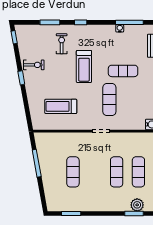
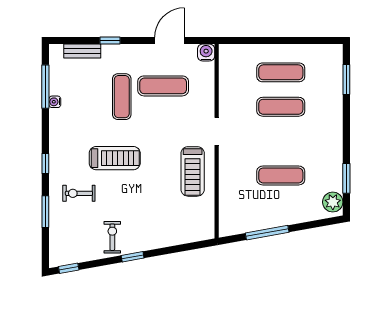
exercise mat: (109, 100) -> (163, 86), moved
treadmill: (61, 106) -> (193, 171), moved
plant: (137, 205) -> (333, 202), moved

